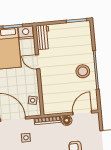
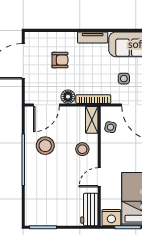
door: (38, 62) -> (99, 177), swing flipped
stool: (83, 71) -> (45, 146), moved
stool: (52, 82) -> (82, 149), added
shelving: (47, 105) -> (92, 120), added

